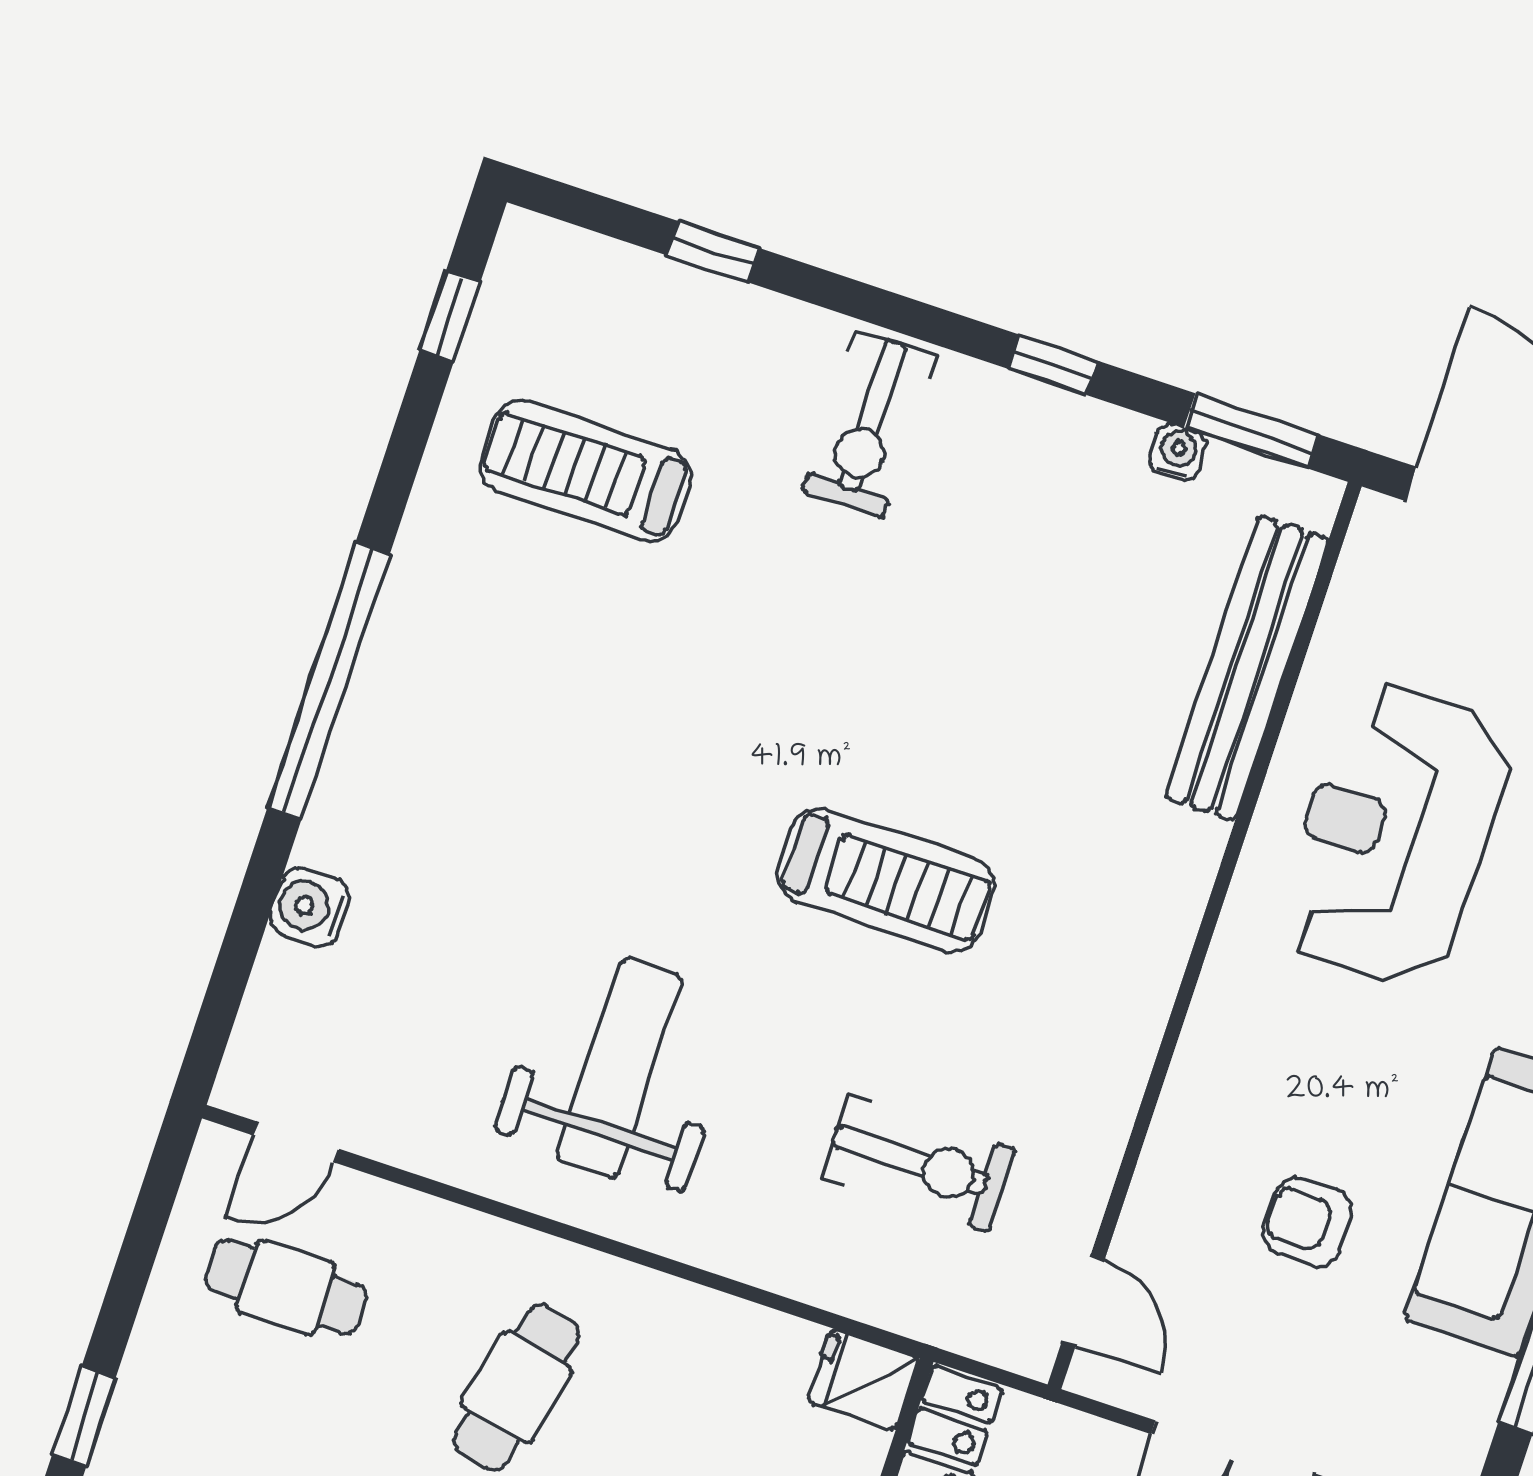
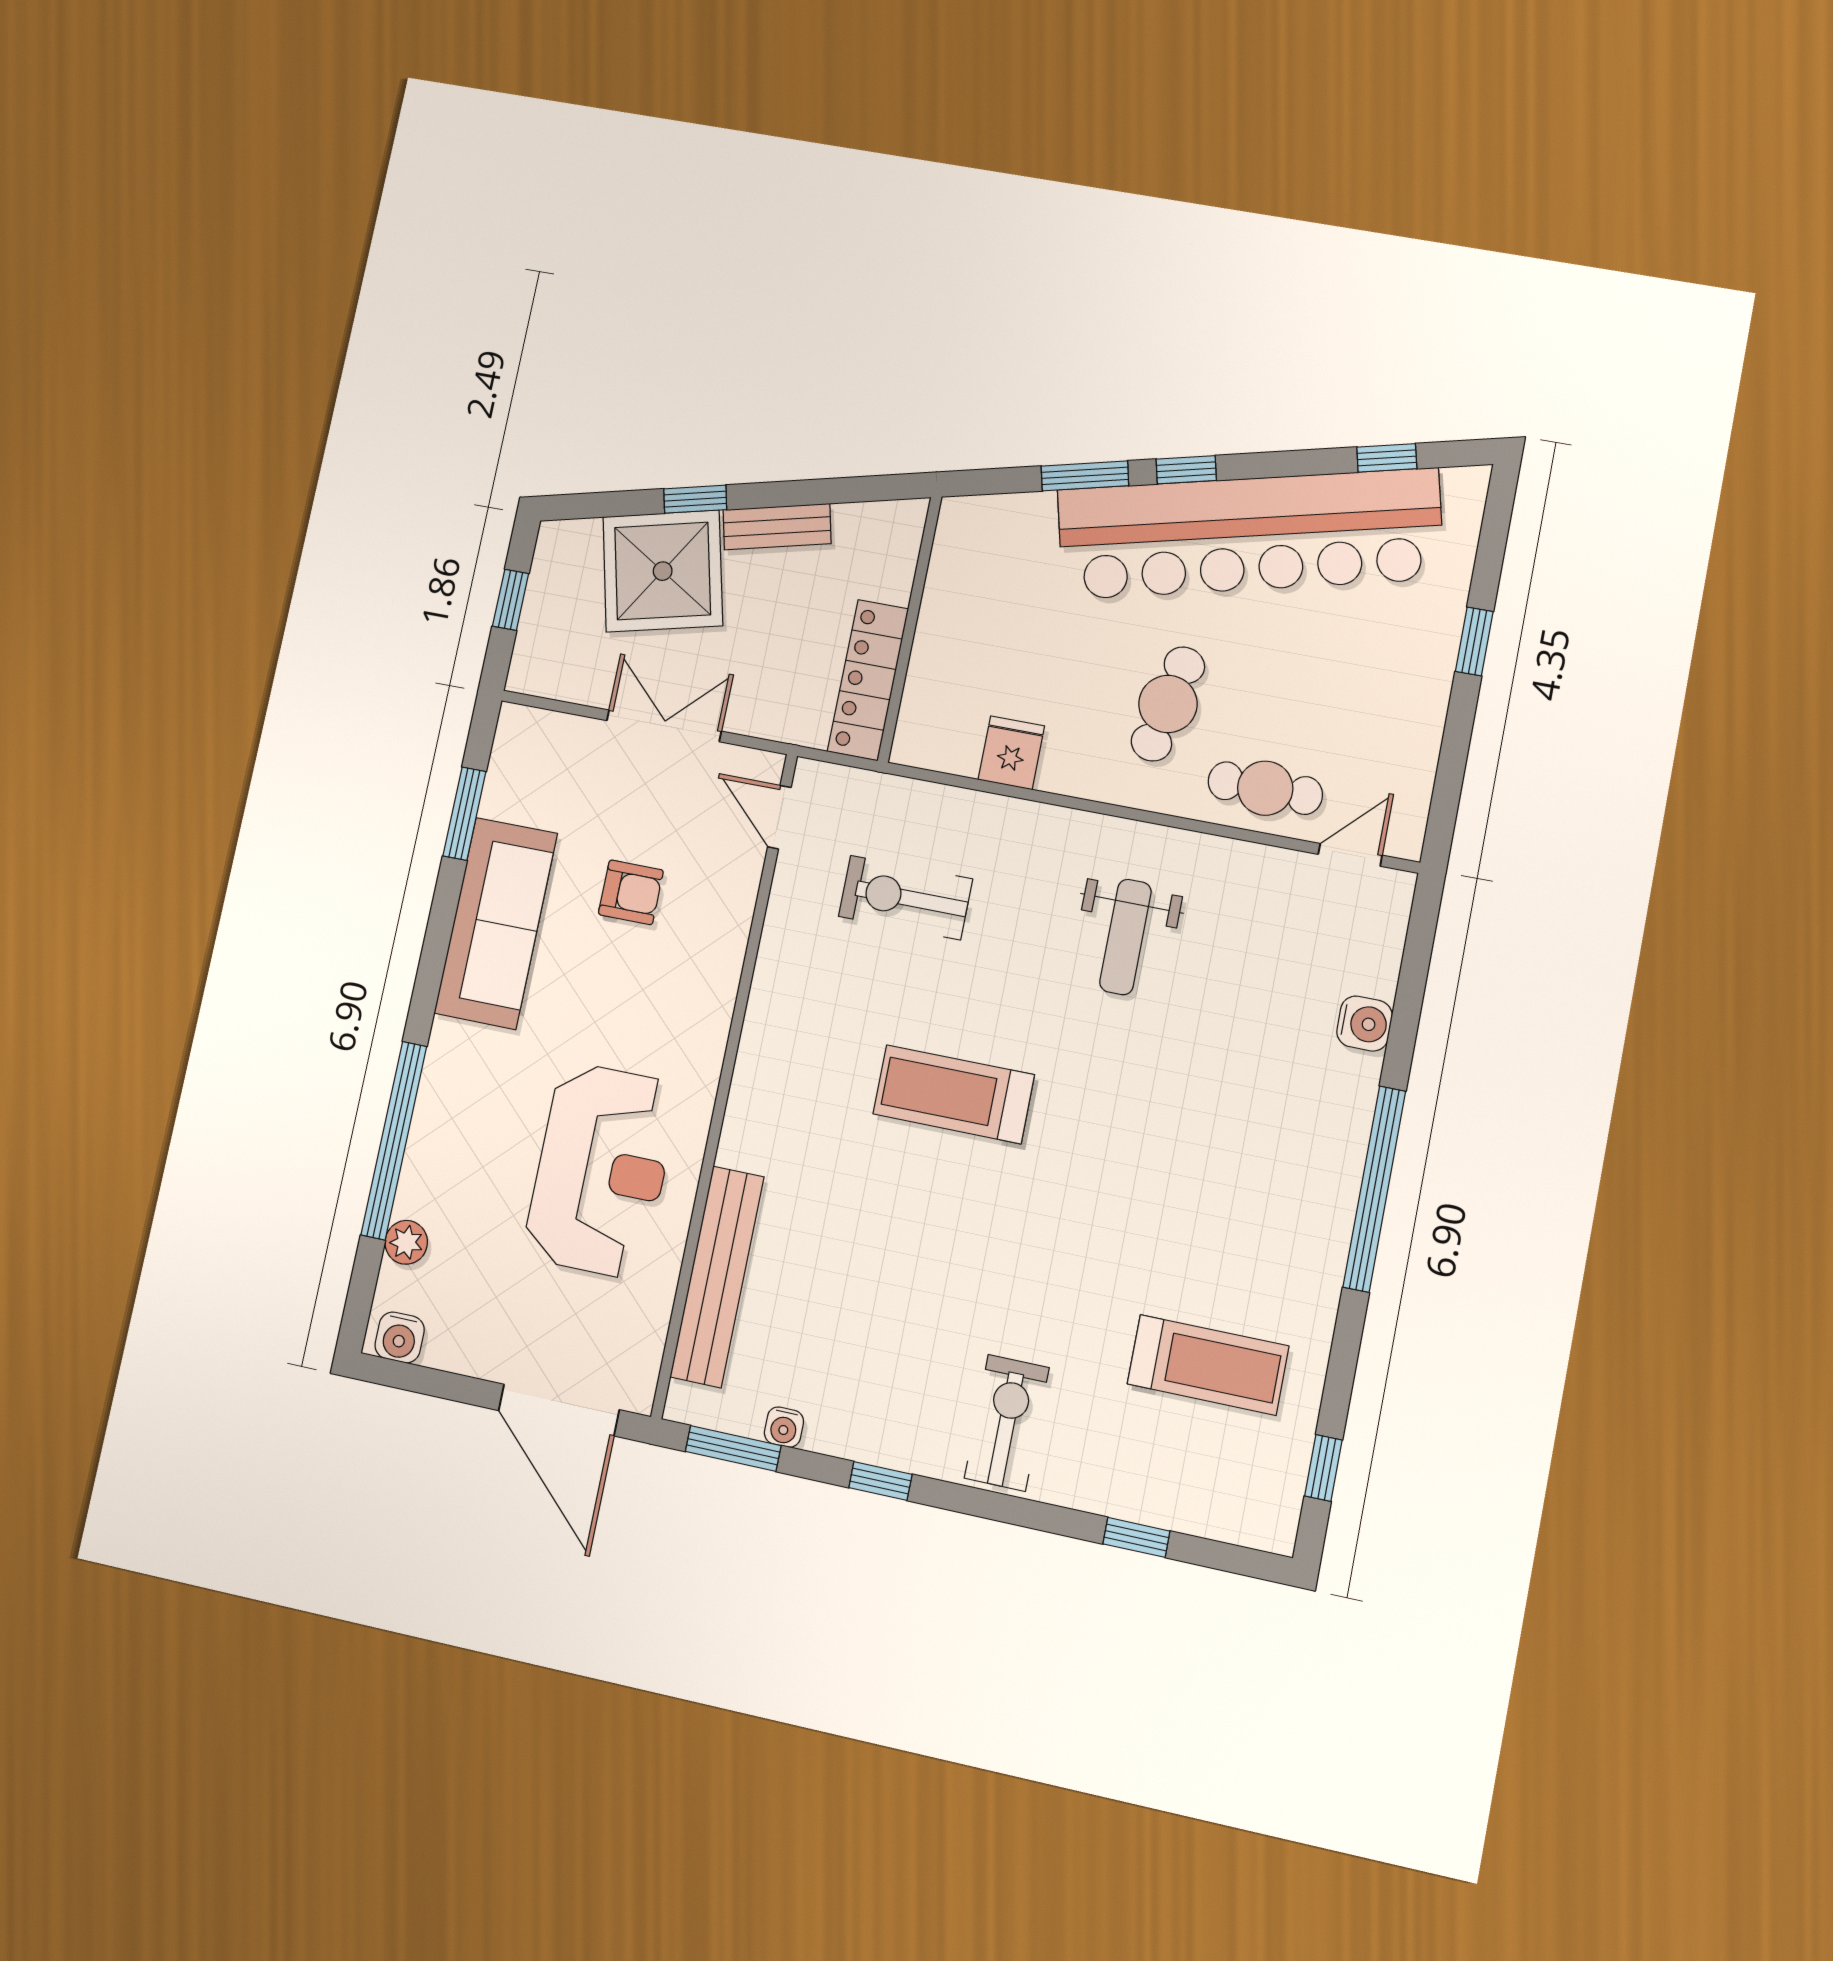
weight bench: (619, 1068) -> (1125, 937), width x0.73, depth x0.75
cafe table: (286, 1287) -> (1265, 788), moved
fridge: (863, 1380) -> (1011, 753), moved, turned -90

